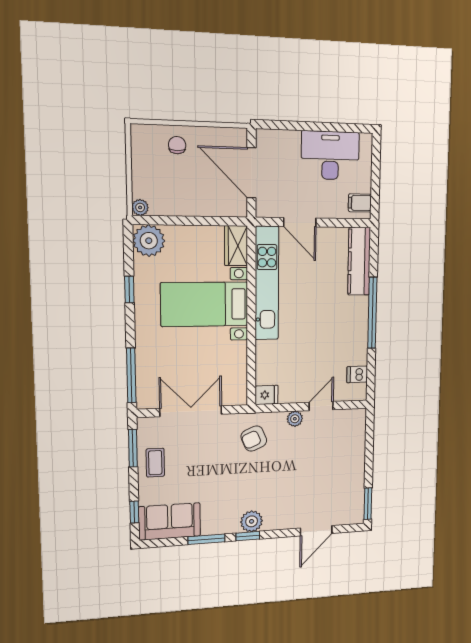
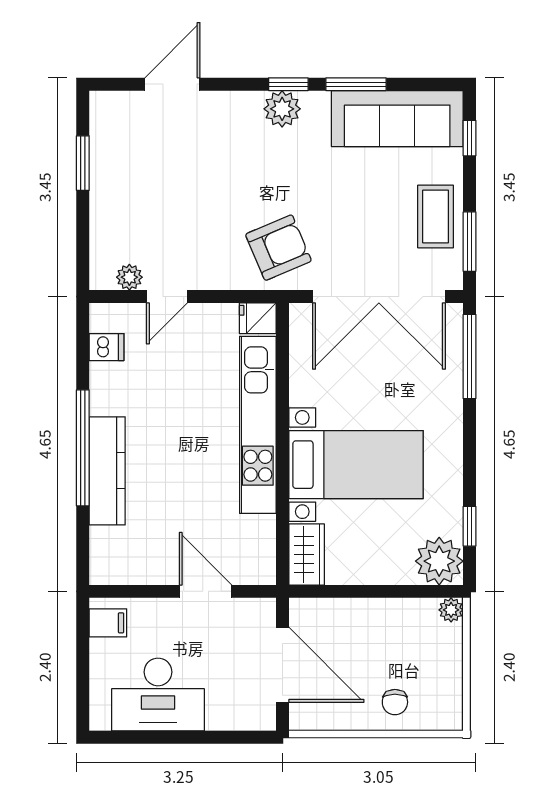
kitchen counter: (359, 261) -> (107, 471), moved
kitchen unit: (267, 283) -> (258, 425), moved
window: (129, 289) -> (470, 526), moved
double door: (191, 411) -> (379, 297), width x1.36
plant: (295, 419) -> (129, 277), moved
armchair: (254, 439) -> (278, 248), width x1.38, depth x1.38
coffee table: (155, 463) -> (436, 217), width x1.36, depth x1.30
window: (368, 504) -> (83, 163), moved
sofa: (170, 521) -> (397, 119), width x1.36

